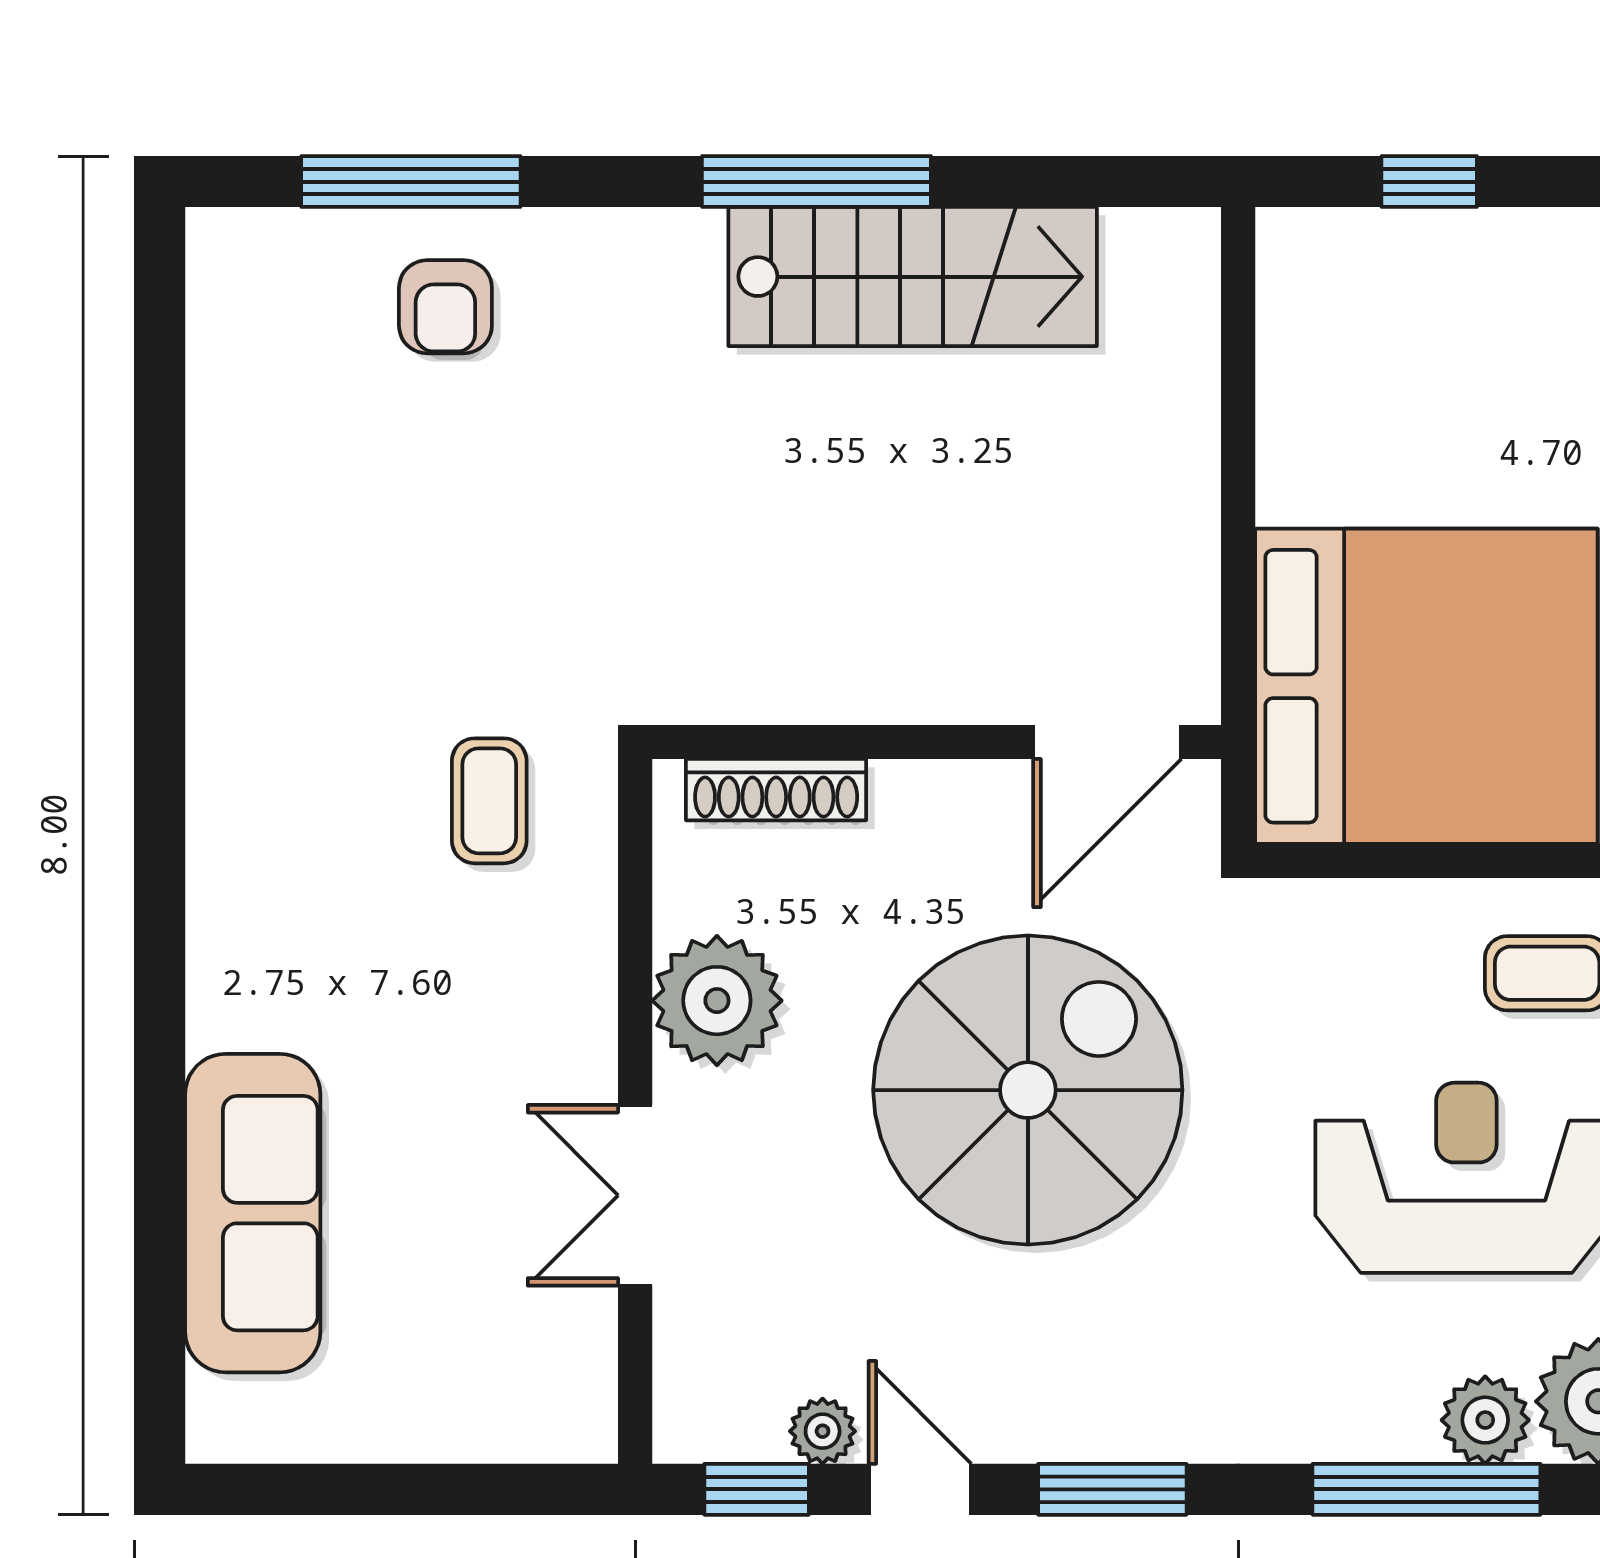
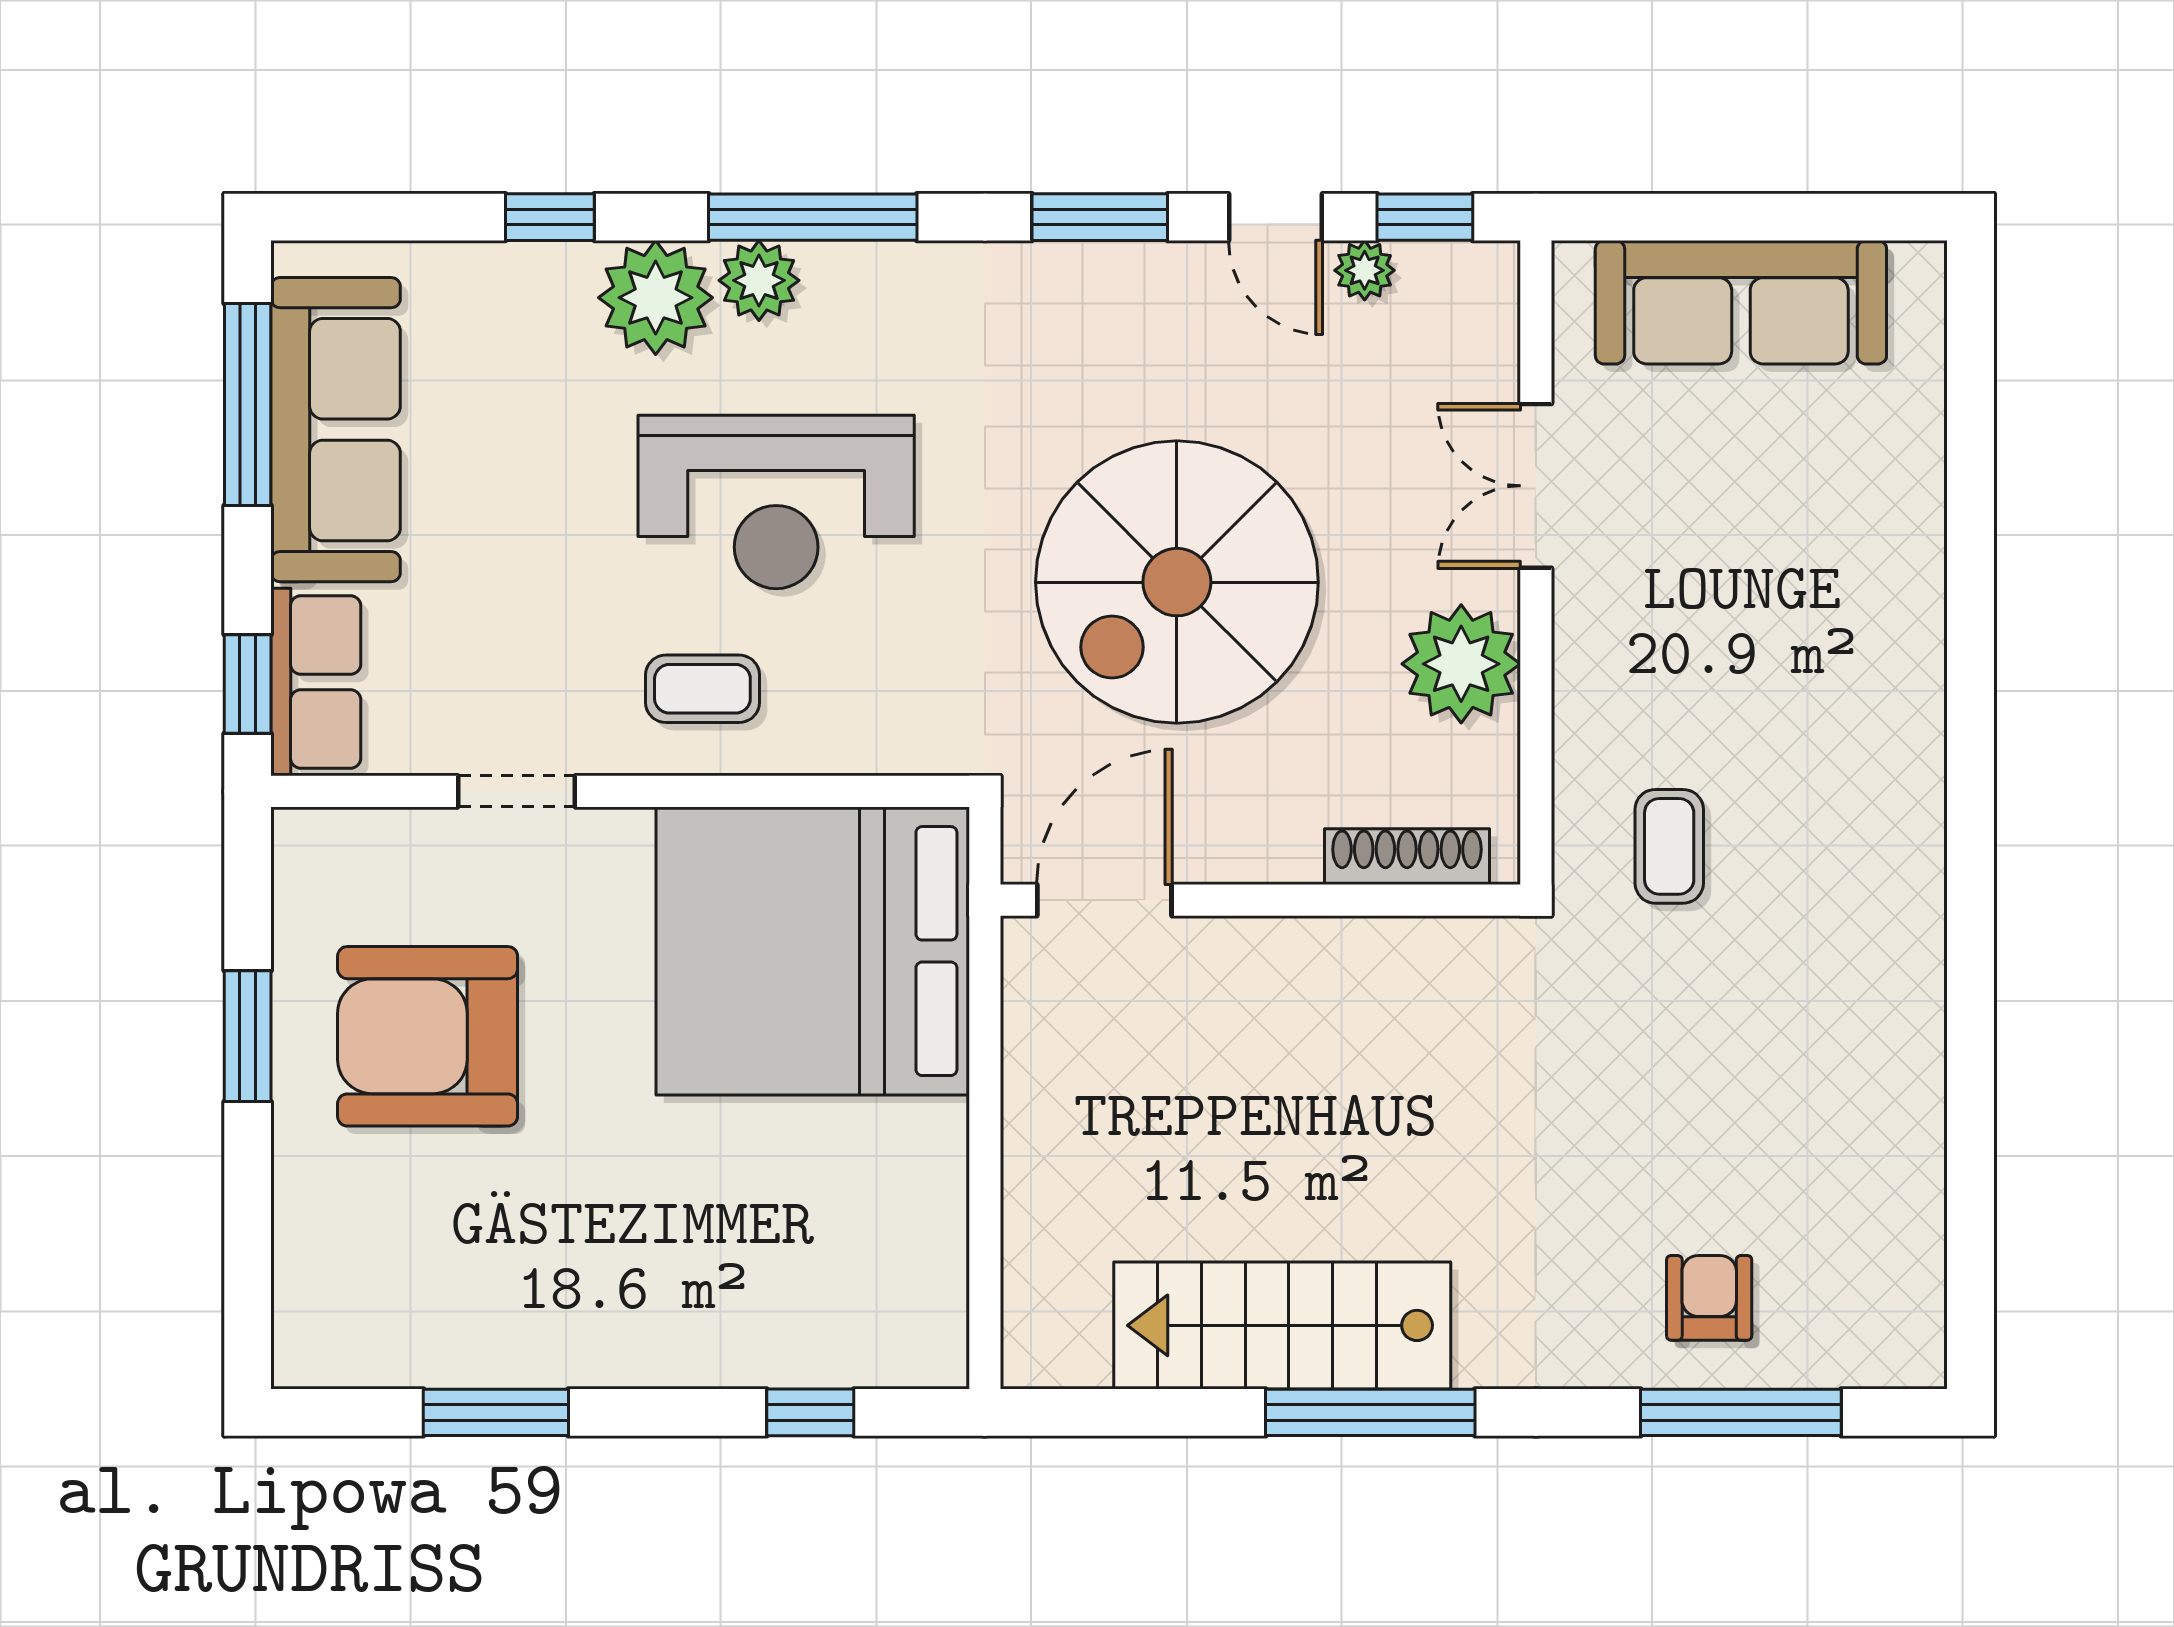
double door: (635, 1195) -> (1536, 486), swing flipped
sofa: (253, 1213) -> (1741, 302), moved, turned -90

